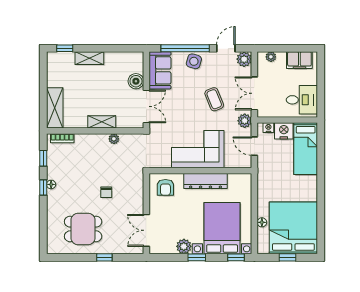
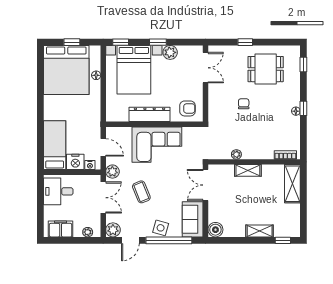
boiler: (136, 81) -> (215, 230), moved
window: (43, 158) -> (303, 64), moved
armchair: (165, 187) -> (187, 108), turned 90

